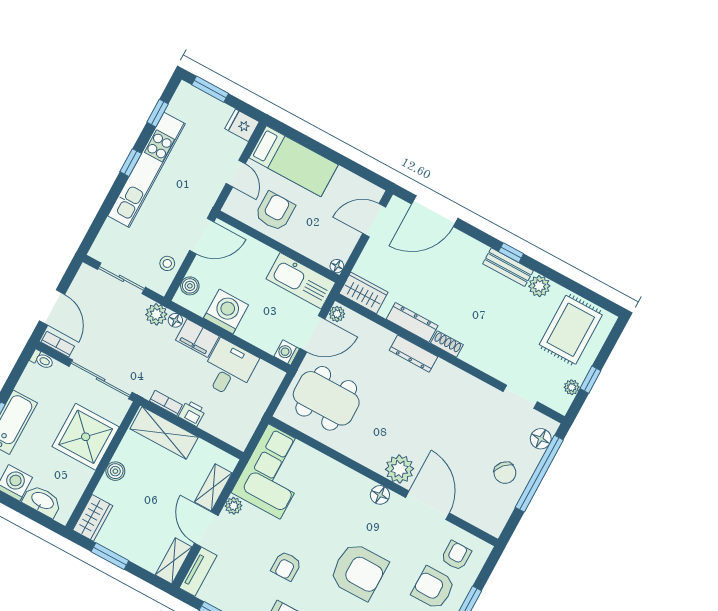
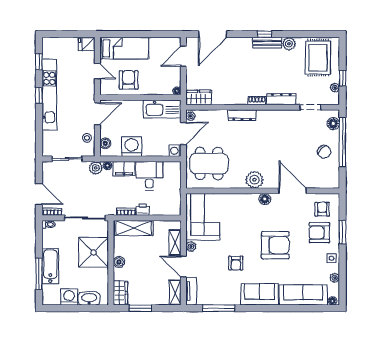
window: (210, 89) -> (60, 34), removed
dresser: (412, 322) -> (281, 99), moved
plant: (399, 469) -> (254, 180), moved

